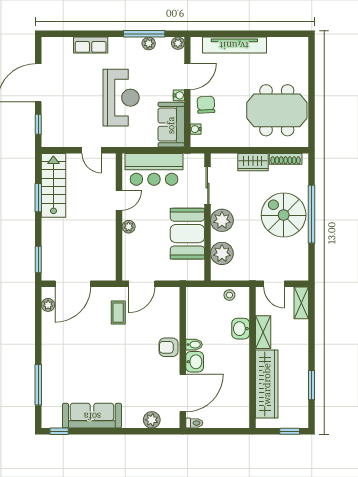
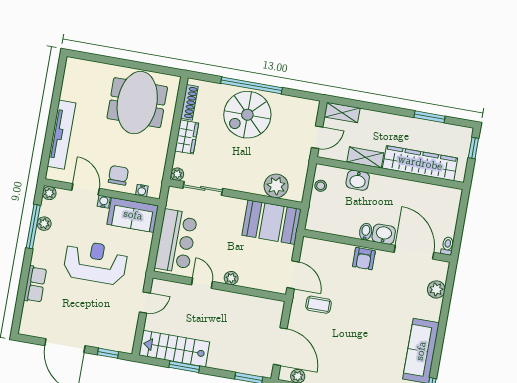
chair: (206, 105) -> (118, 175), turned 93
plant: (222, 220) -> (177, 174), moved, width x0.53, depth x0.53
booth: (187, 234) -> (272, 222), moved

